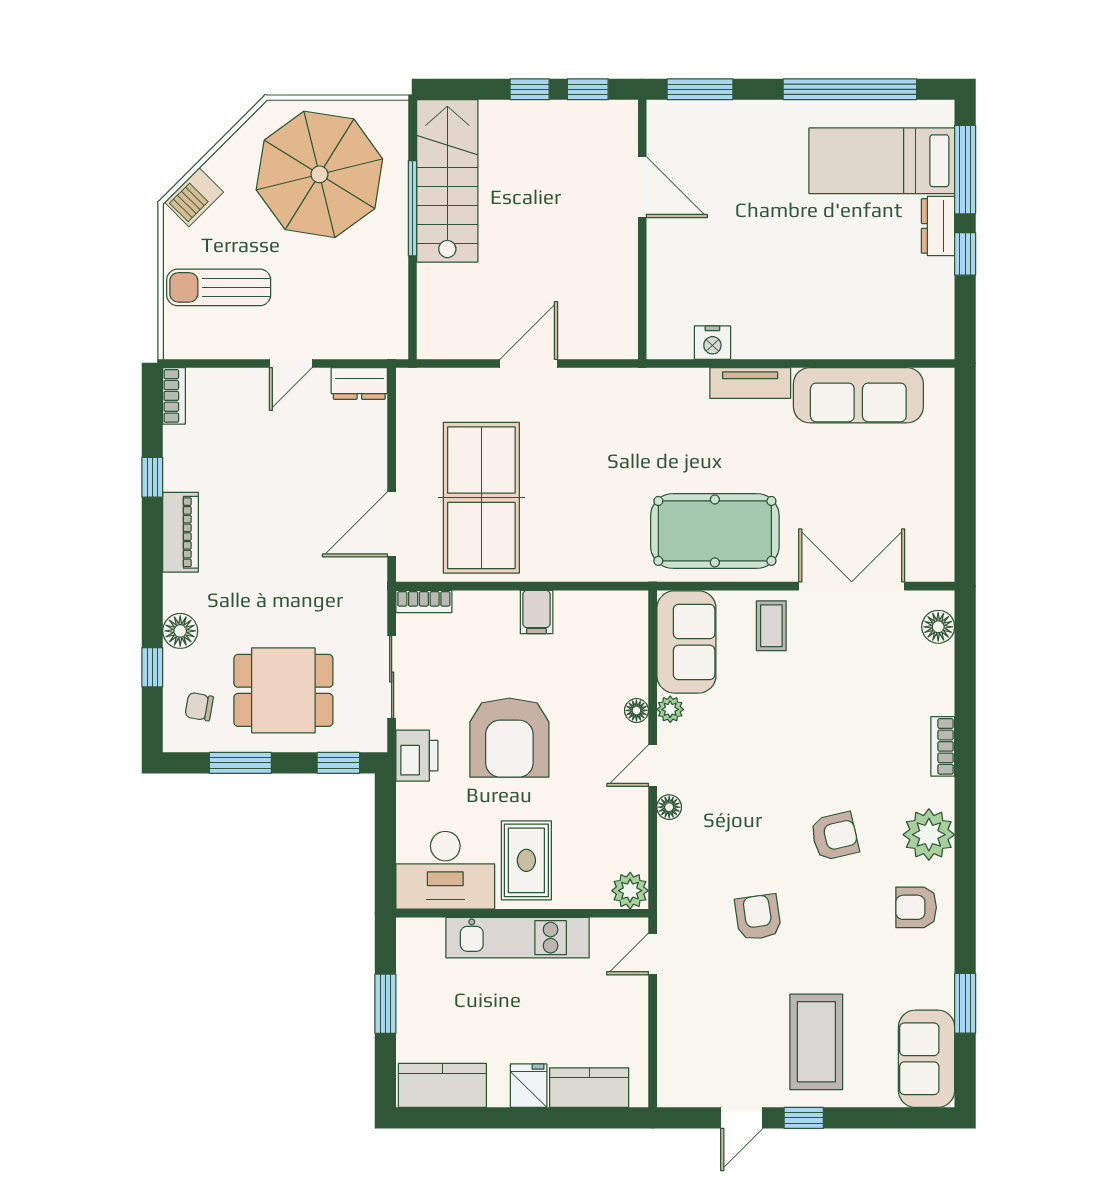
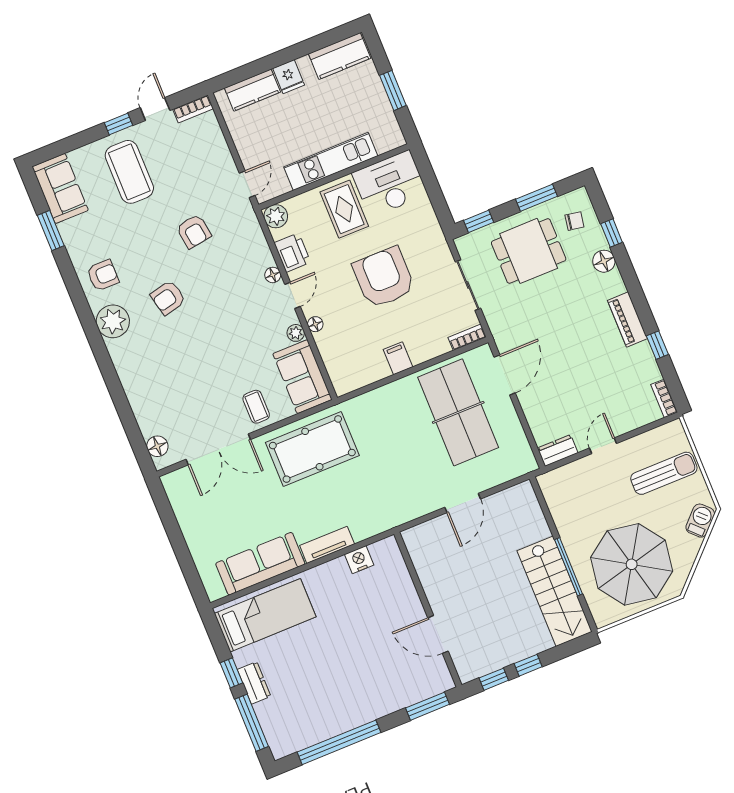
bed: (882, 161) -> (265, 615), moved
bookcase: (943, 746) -> (193, 109), moved, turned 90
printer: (417, 756) -> (292, 253), moved, turned 180

